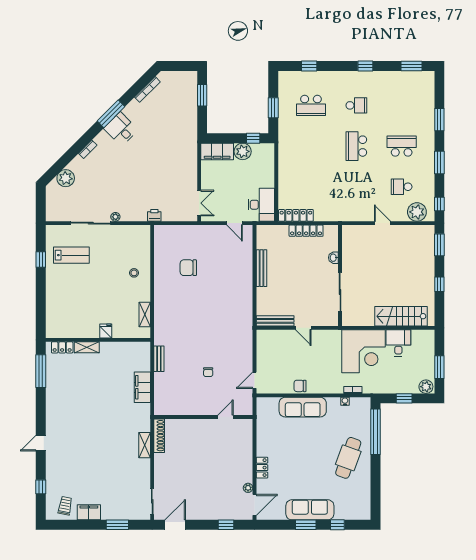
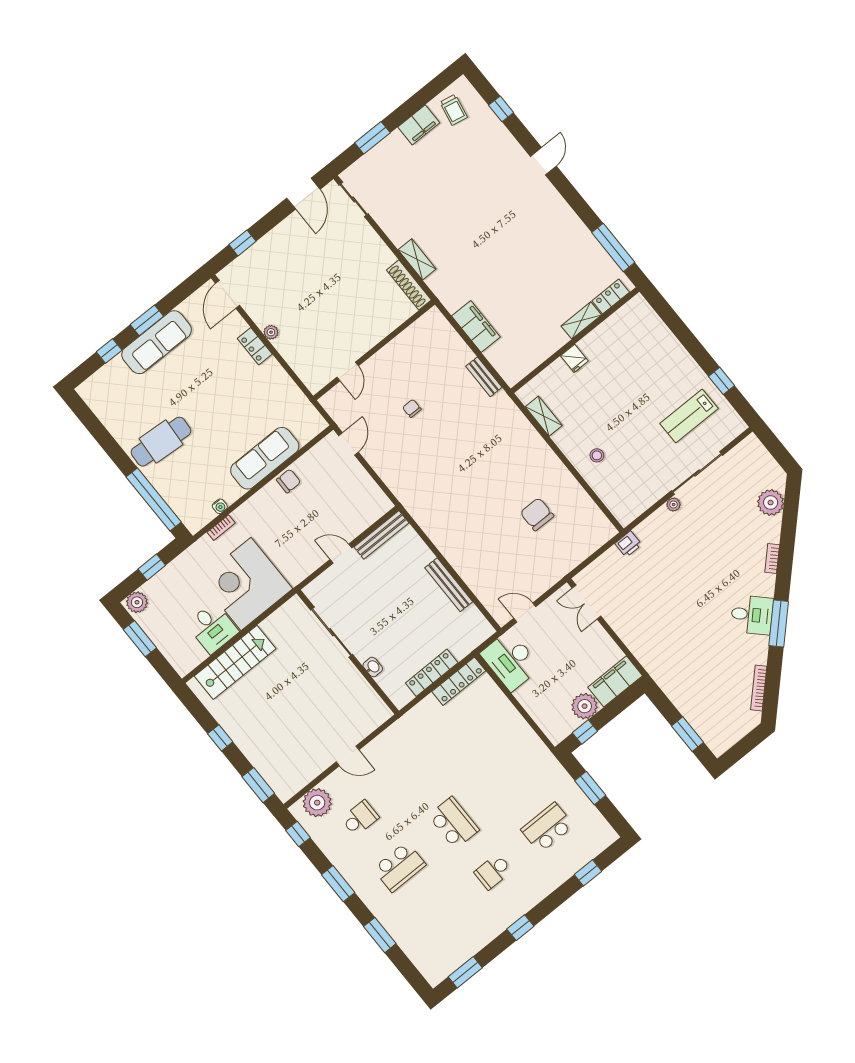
chair: (188, 268) -> (537, 514), turned -90
cafe table: (348, 458) -> (161, 442), turned 74
plant: (248, 488) -> (271, 332), moved

